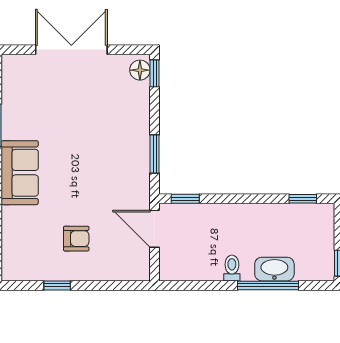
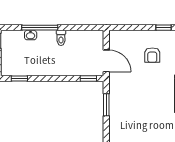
armchair: (76, 239) -> (152, 55), turned -90
washbasin: (274, 269) -> (31, 35), width x0.52, depth x0.69

